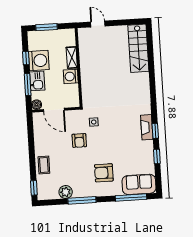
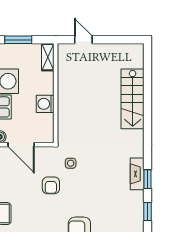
stairs: (138, 48) -> (133, 99), moved
shelving: (72, 58) -> (48, 57), moved

